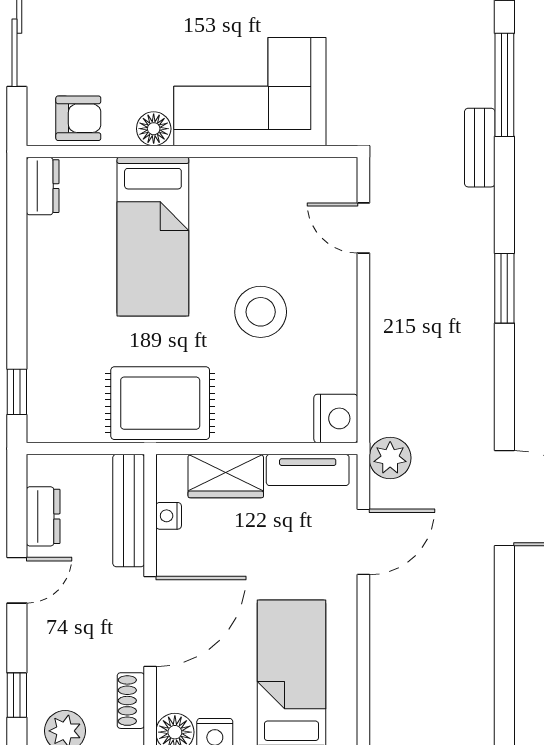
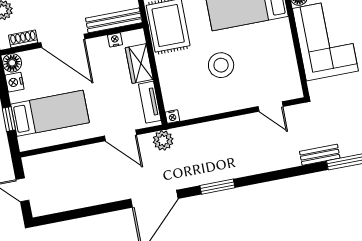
door: (363, 228) -> (271, 107), swing flipped
window: (504, 288) -> (217, 187), moved
nightstand: (336, 418) -> (172, 117), width x0.53, depth x0.56

